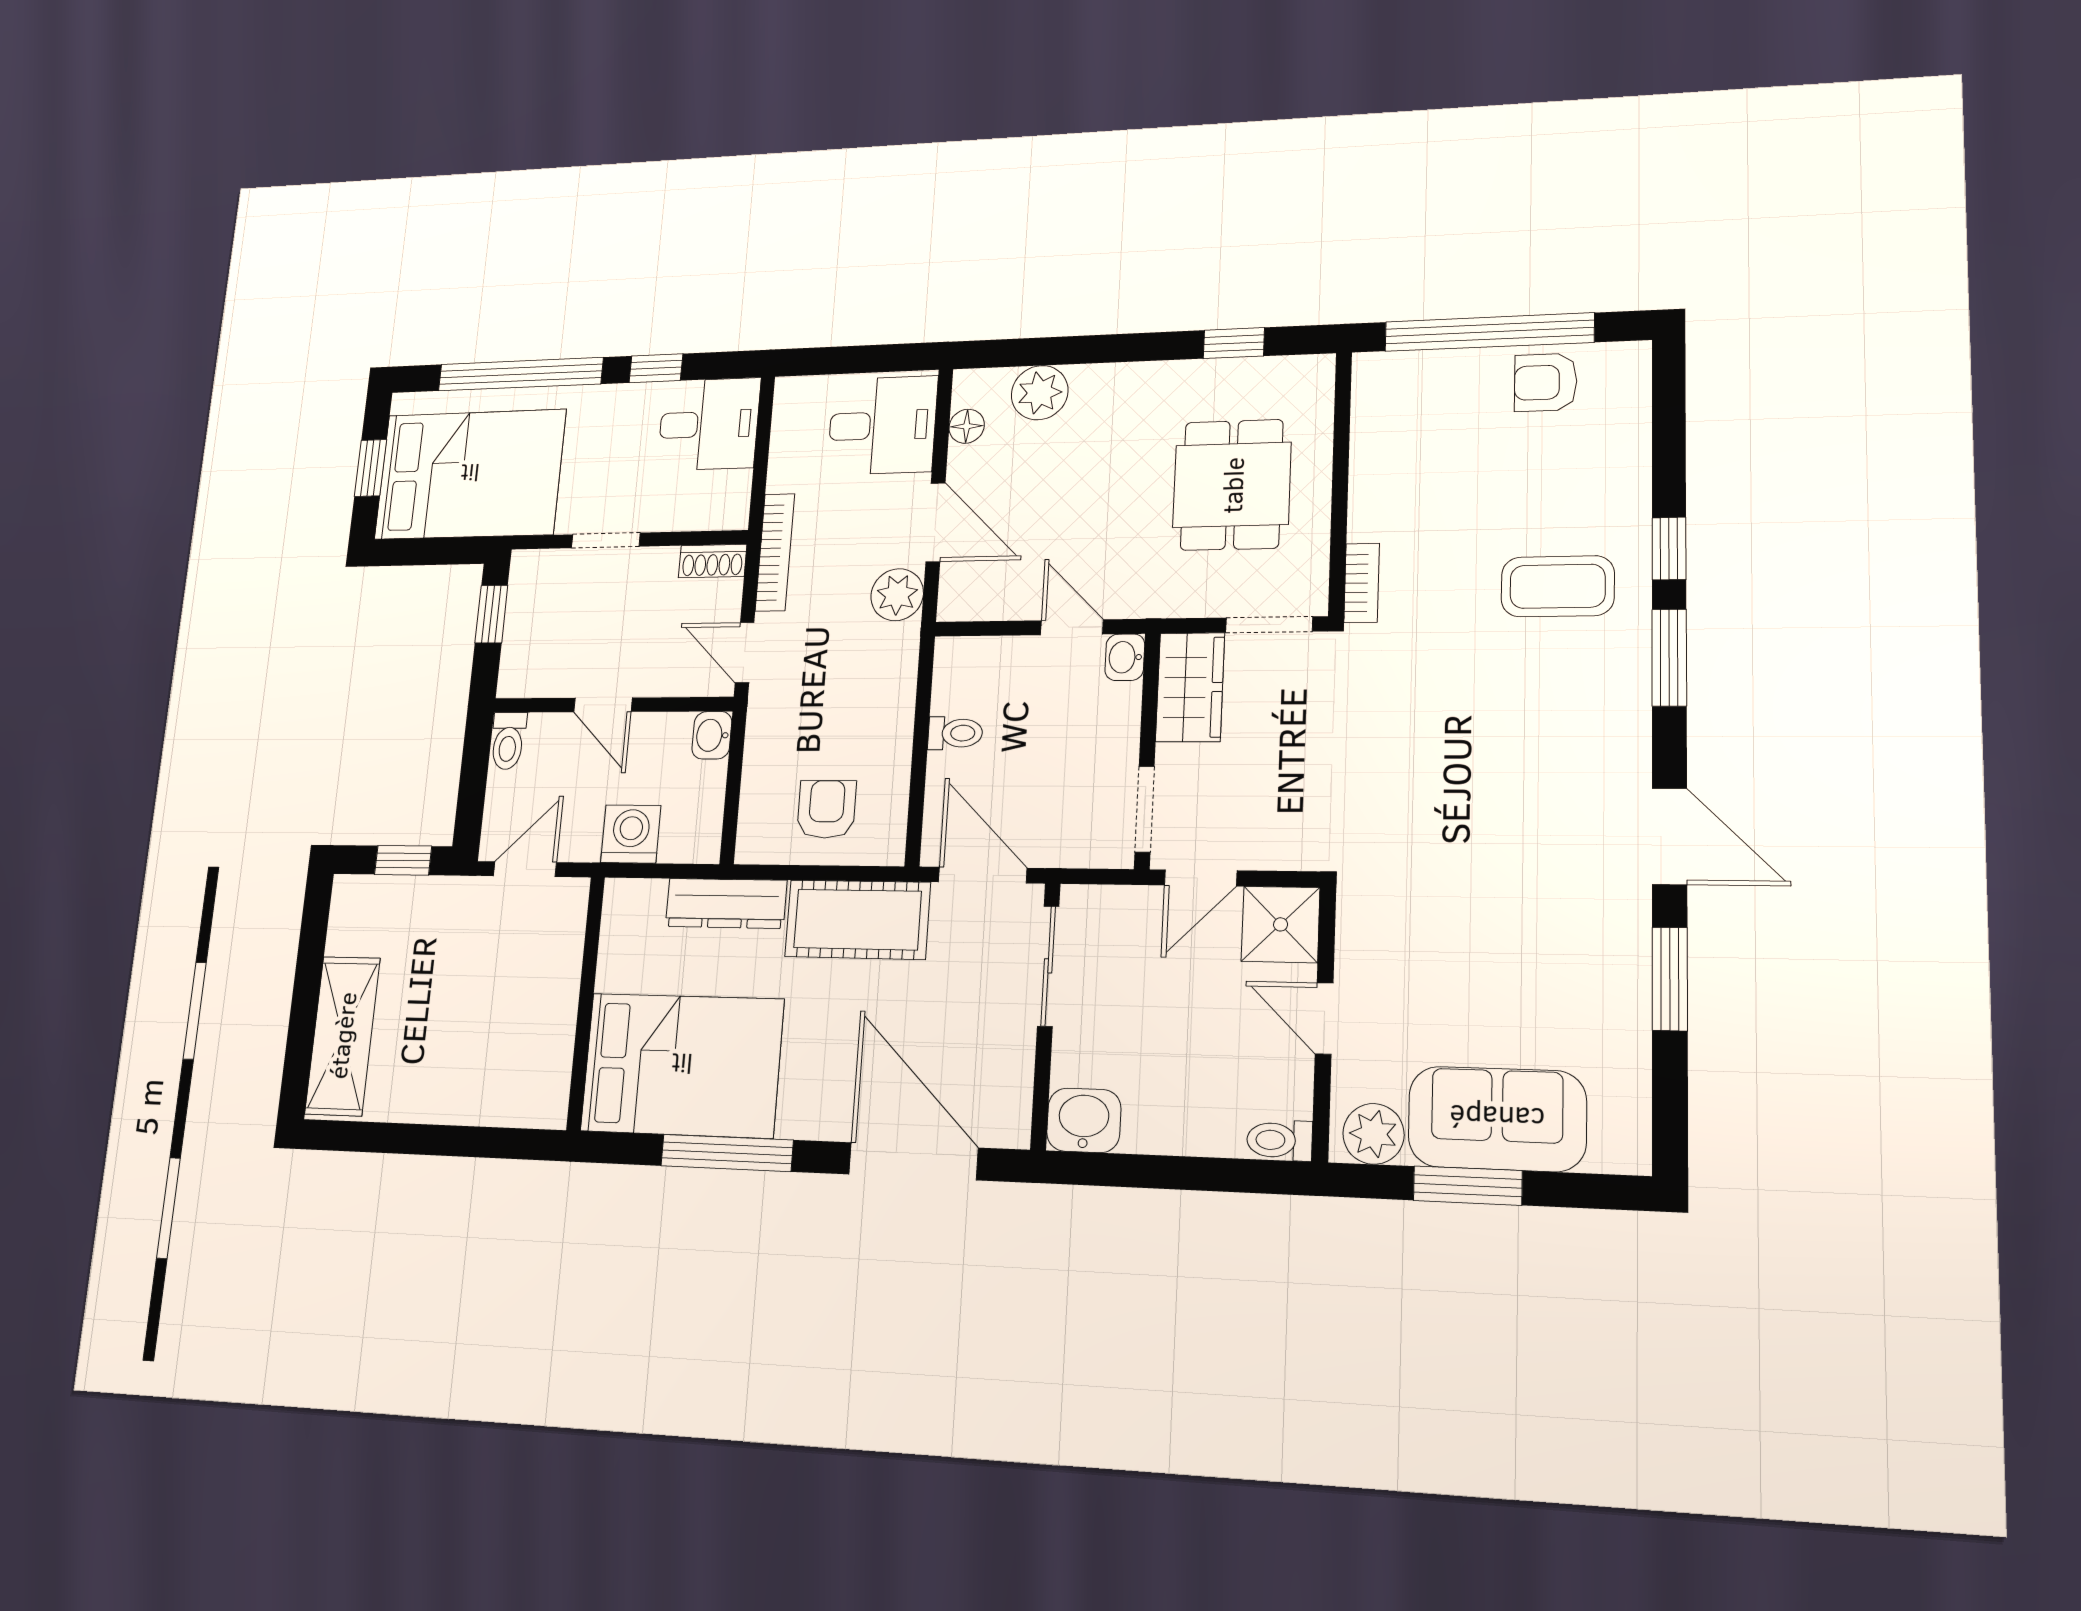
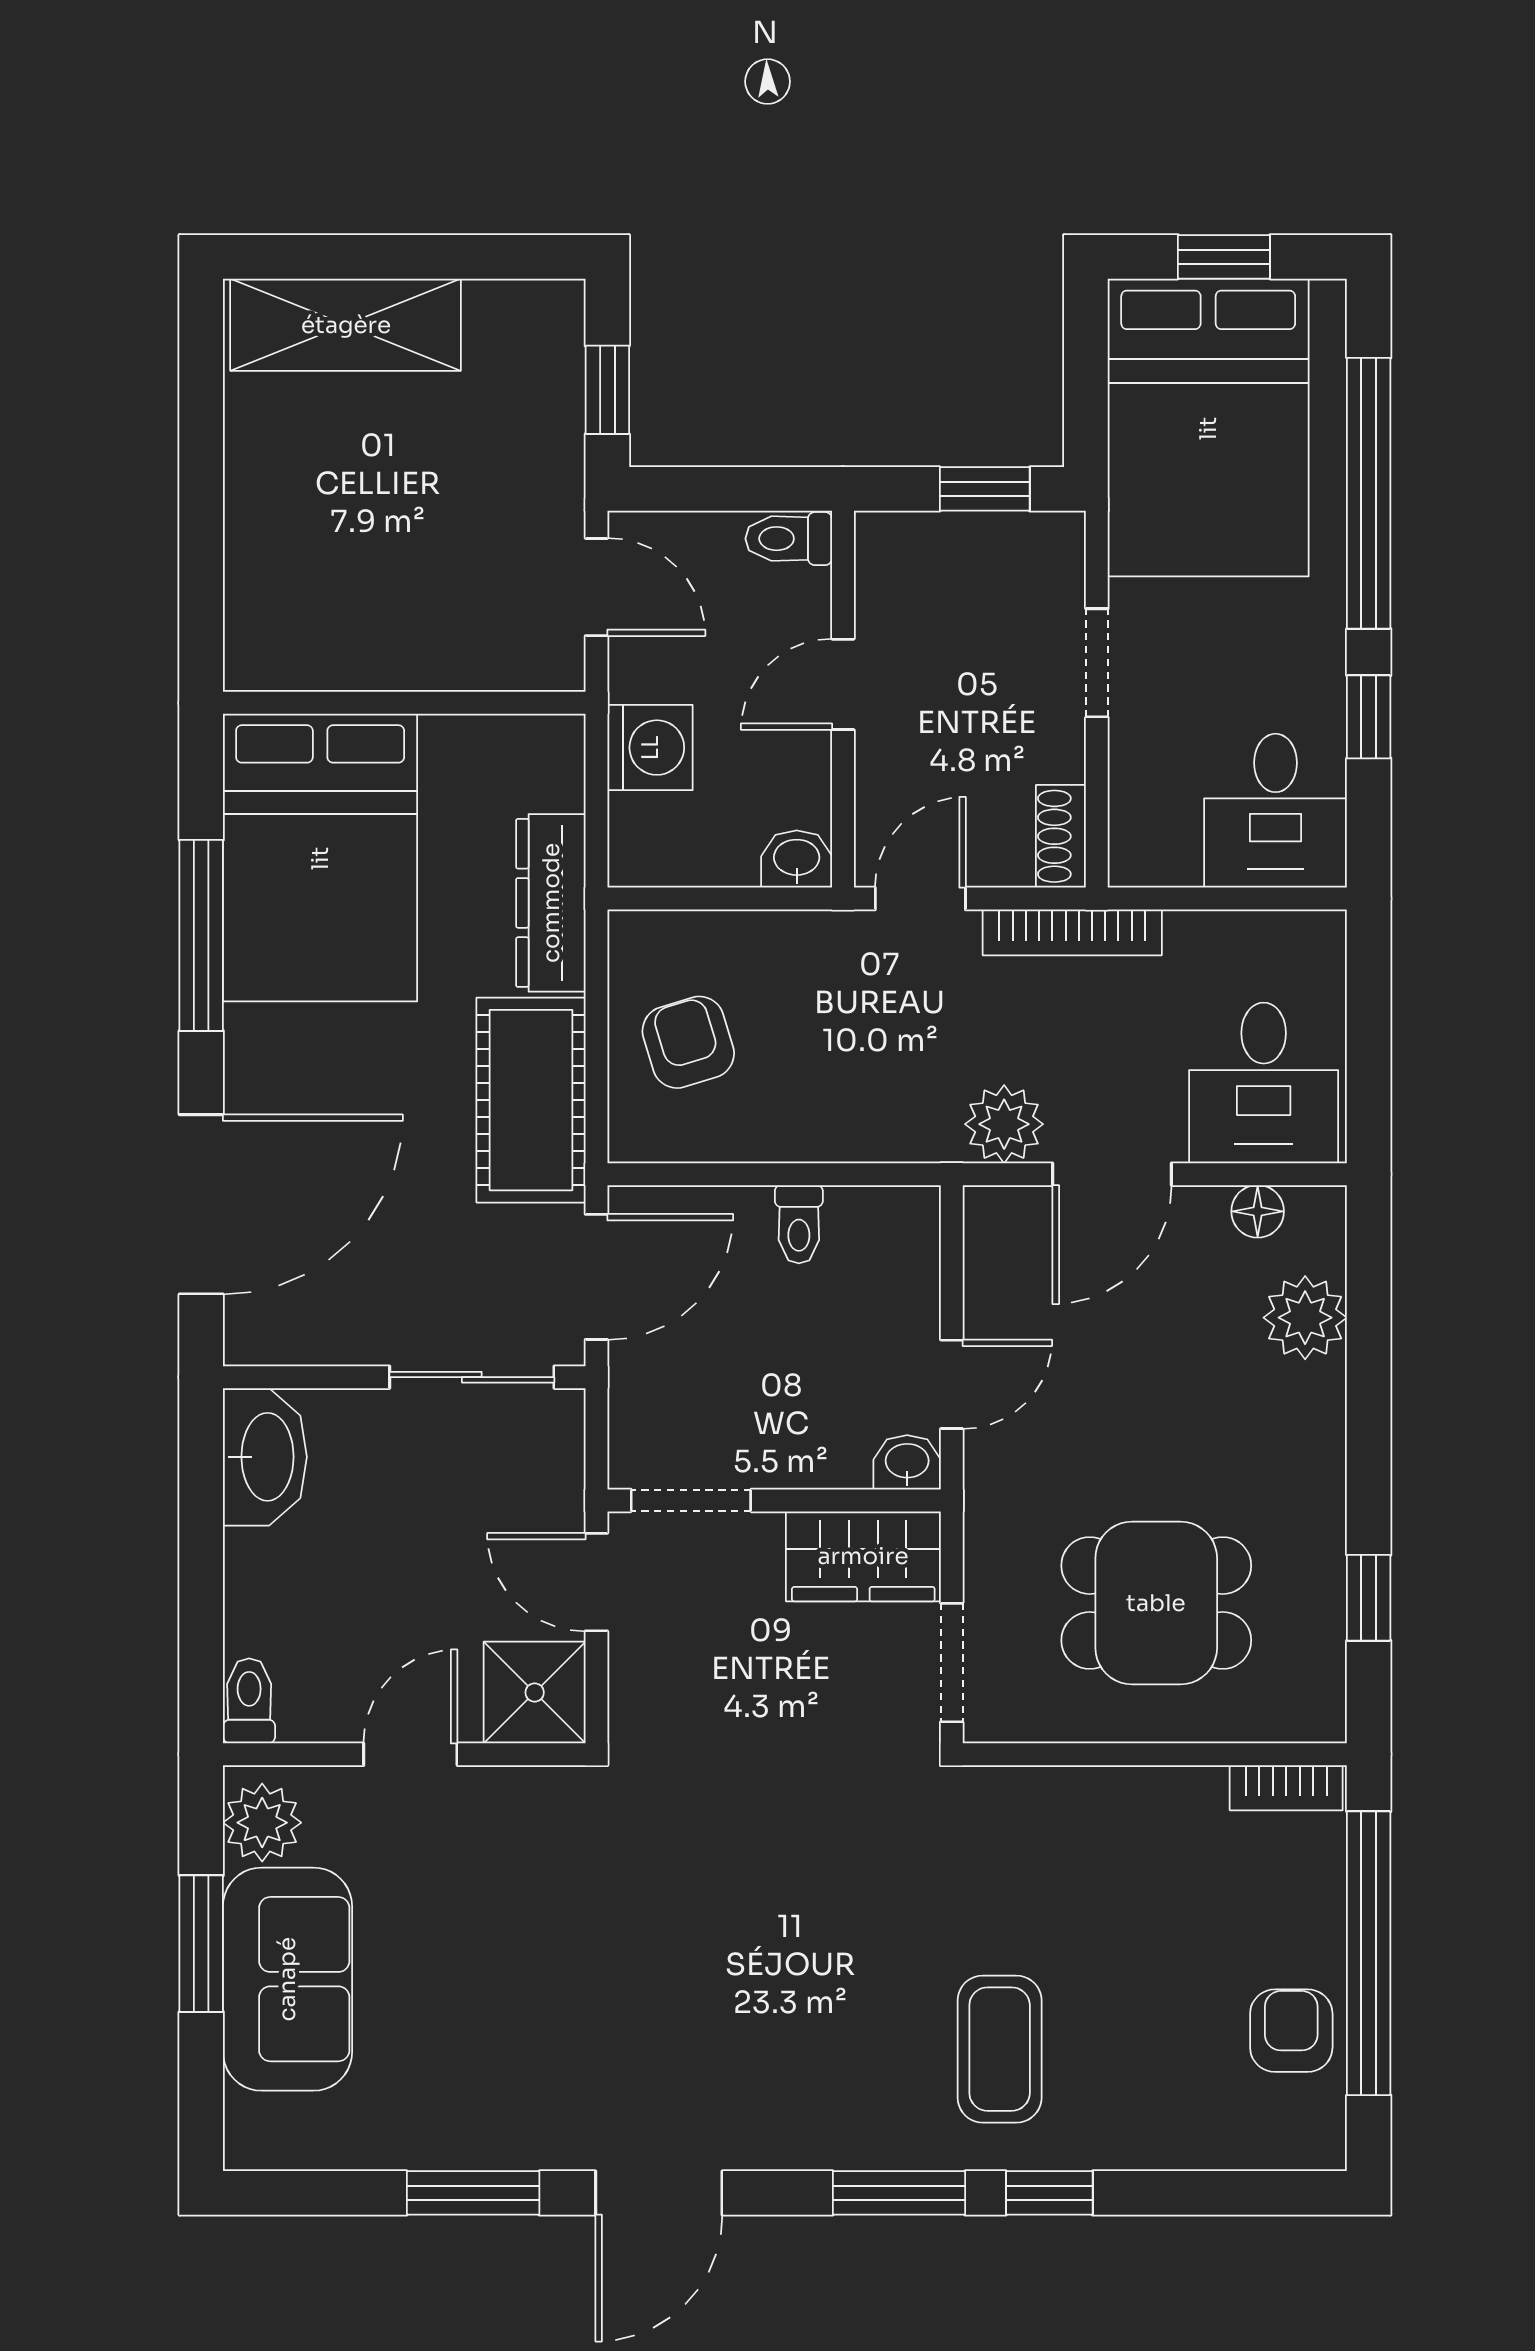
bookcase: (1362, 583) -> (1286, 1788), moved
armchair: (827, 809) -> (688, 1042), turned -107
washbasin: (1084, 1120) -> (265, 1457), width x1.38

